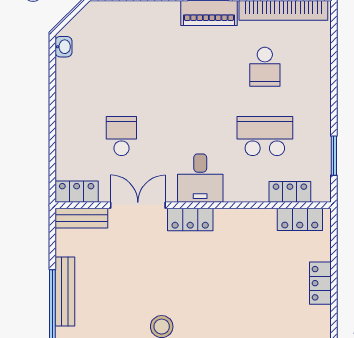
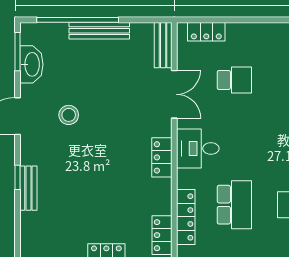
locker: (77, 192) -> (206, 32), moved, turned 90
locker: (290, 192) -> (186, 217), width x1.53
locker: (190, 219) -> (162, 157), moved

